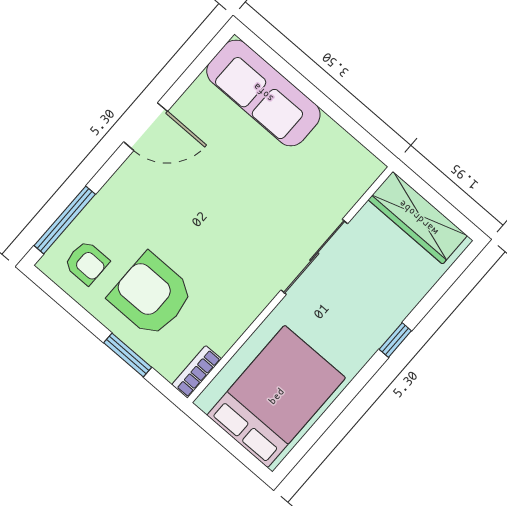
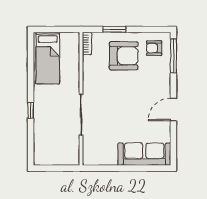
wardrobe: (418, 218) -> (58, 157), removed
bed: (276, 396) -> (48, 58), width x0.67

